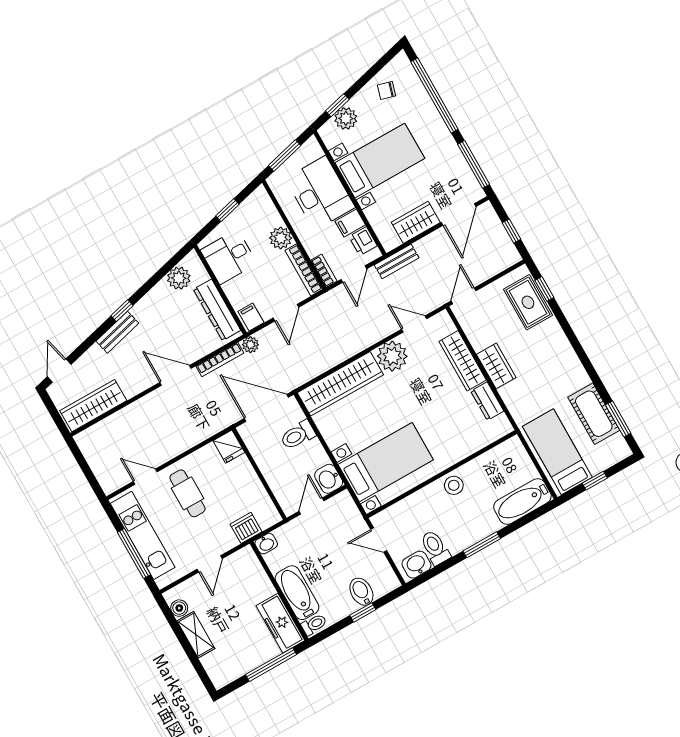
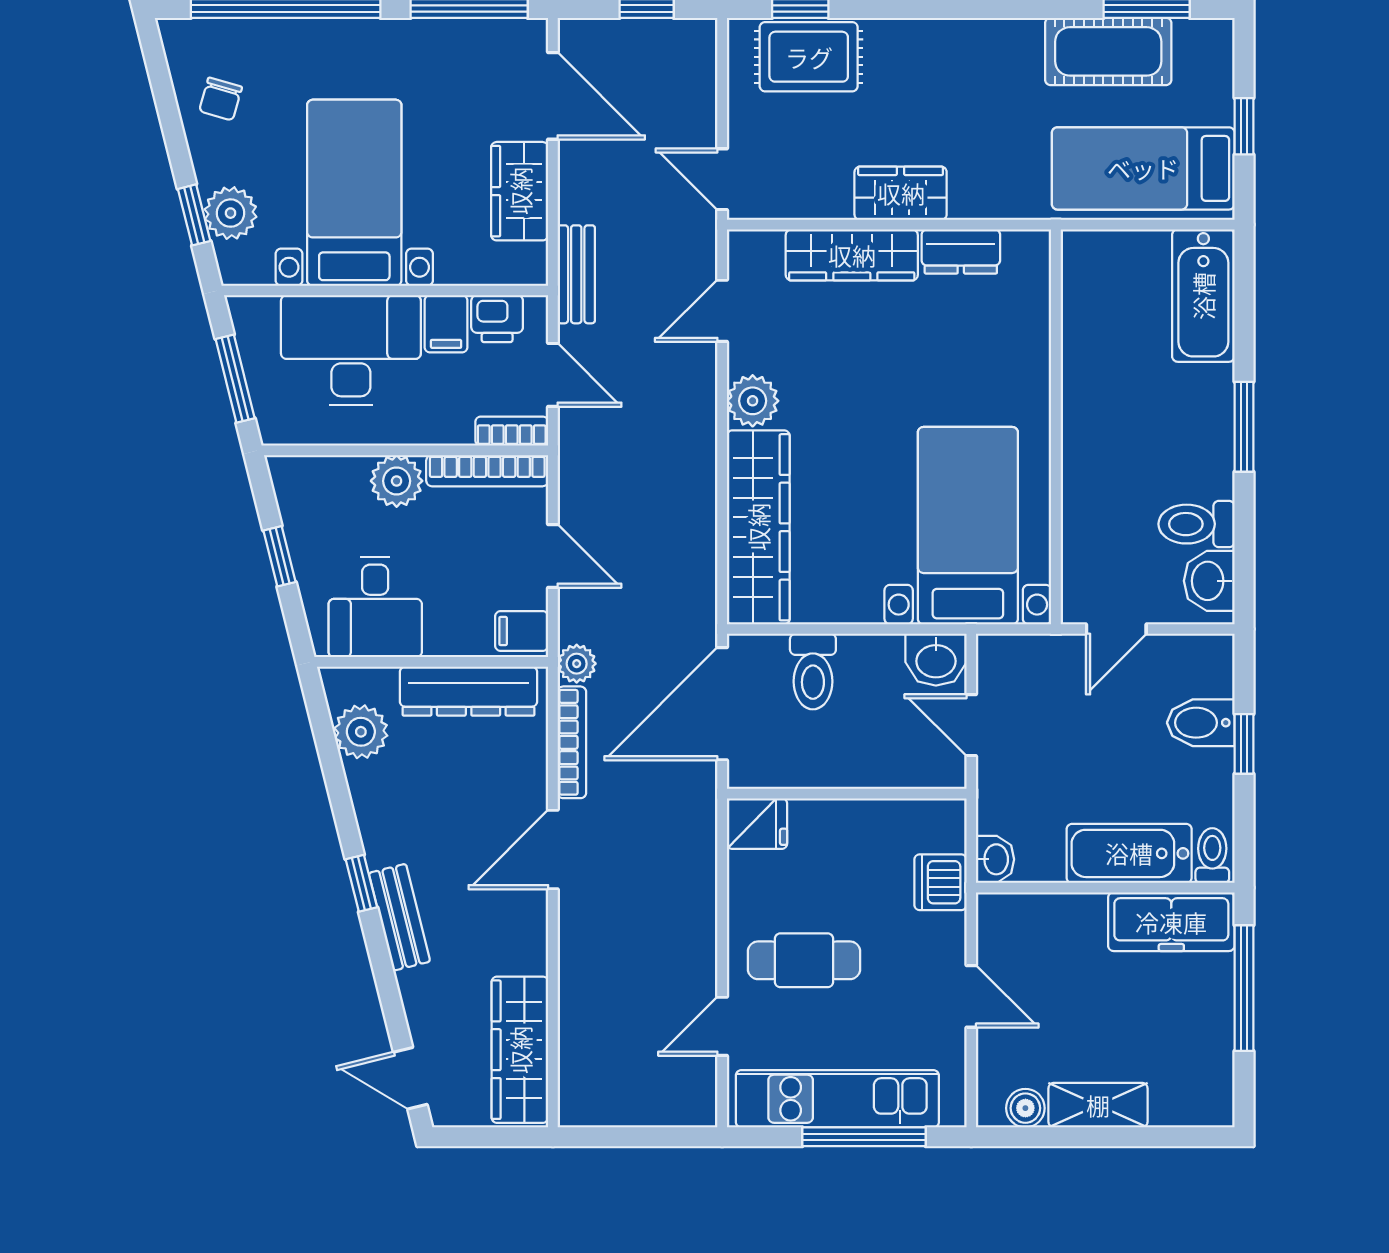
plant: (392, 356) -> (753, 401), width x0.73, depth x0.73
stool: (454, 485) -> (1092, 415), removed

